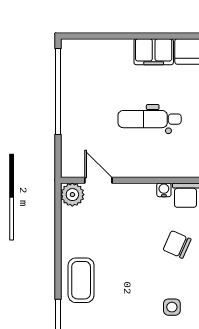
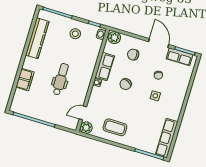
filing cabinet: (154, 52) -> (25, 80), moved
dental chair: (150, 119) -> (61, 79), turned 180
coffee table: (81, 280) -> (115, 127), moved

